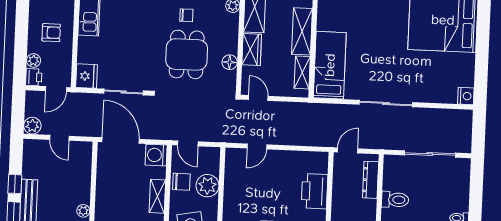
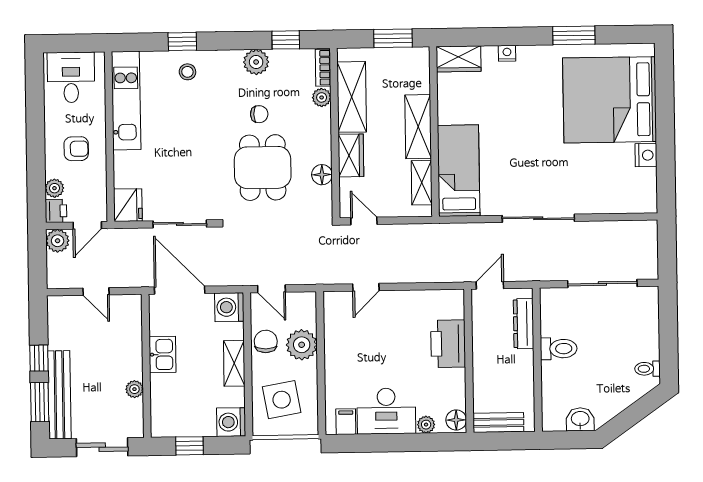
nightstand: (466, 96) -> (646, 155), moved
plant: (32, 126) -> (58, 241), moved
chair: (181, 182) -> (266, 341), turned -90
kitchen sink: (105, 187) -> (162, 354), added

